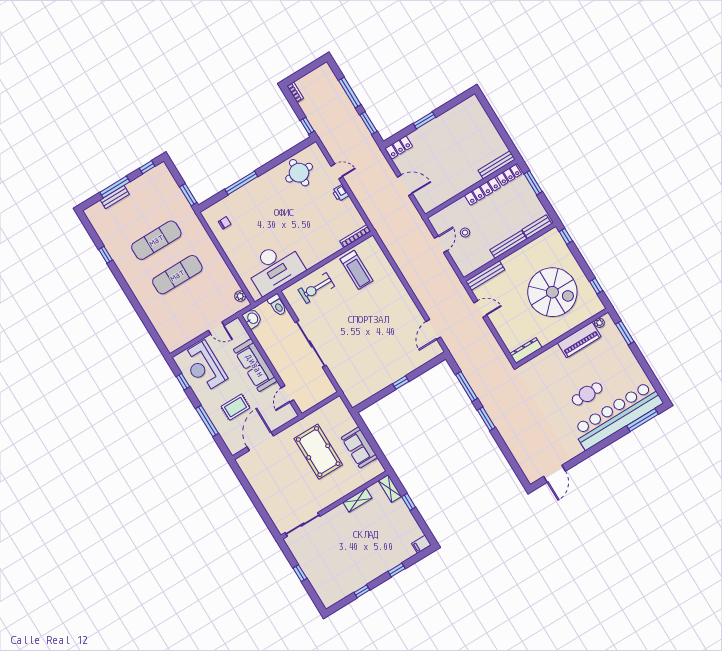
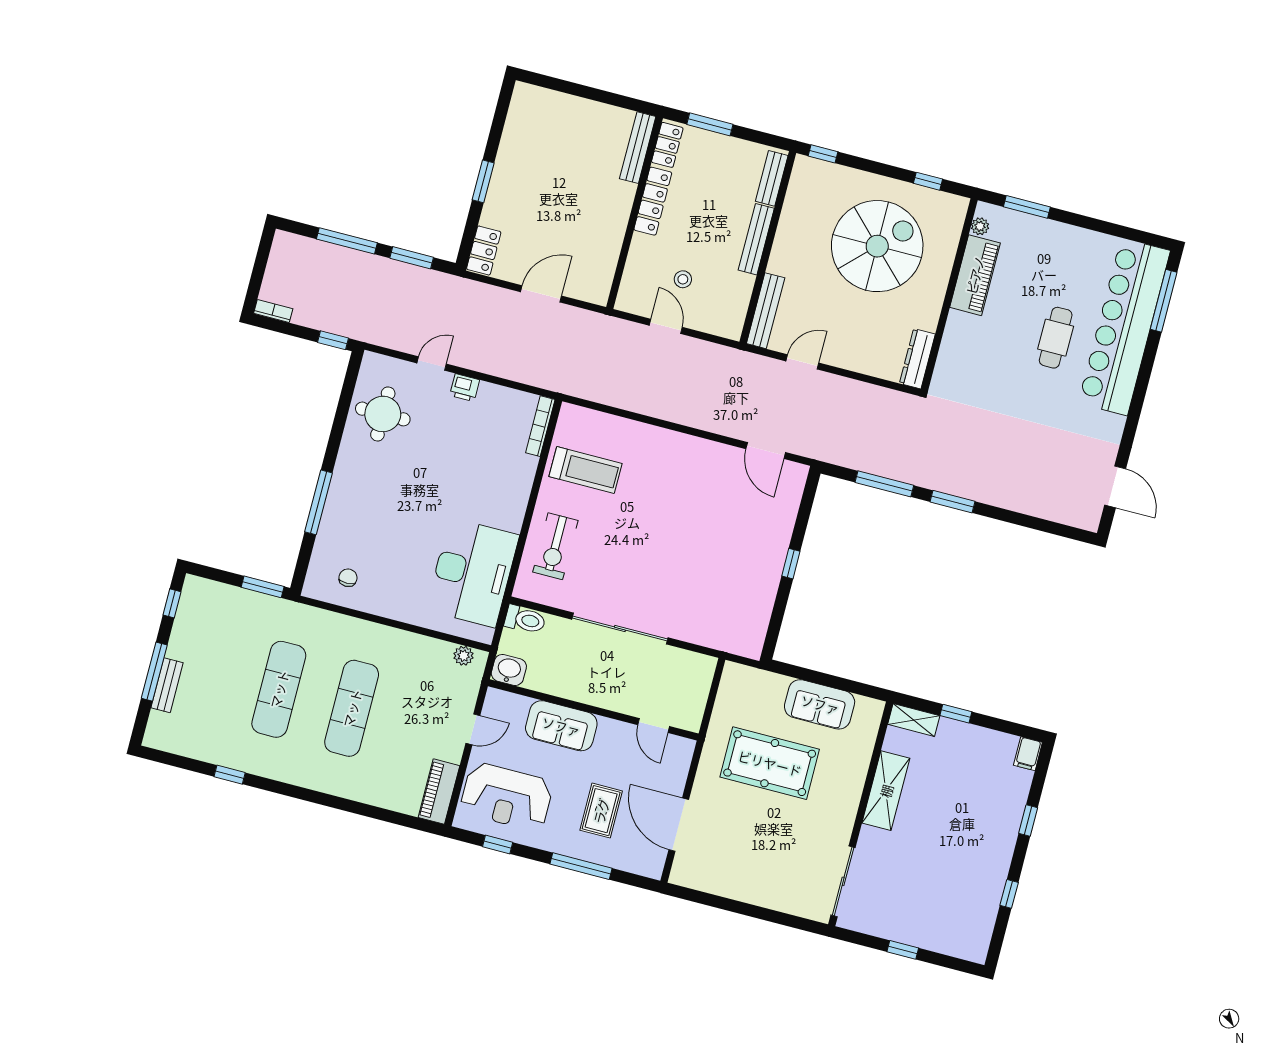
piano: (180, 339) -> (439, 792), added
sofa: (255, 365) -> (561, 726), width x0.73
shelving: (358, 500) -> (886, 791), width x1.50, depth x1.33

